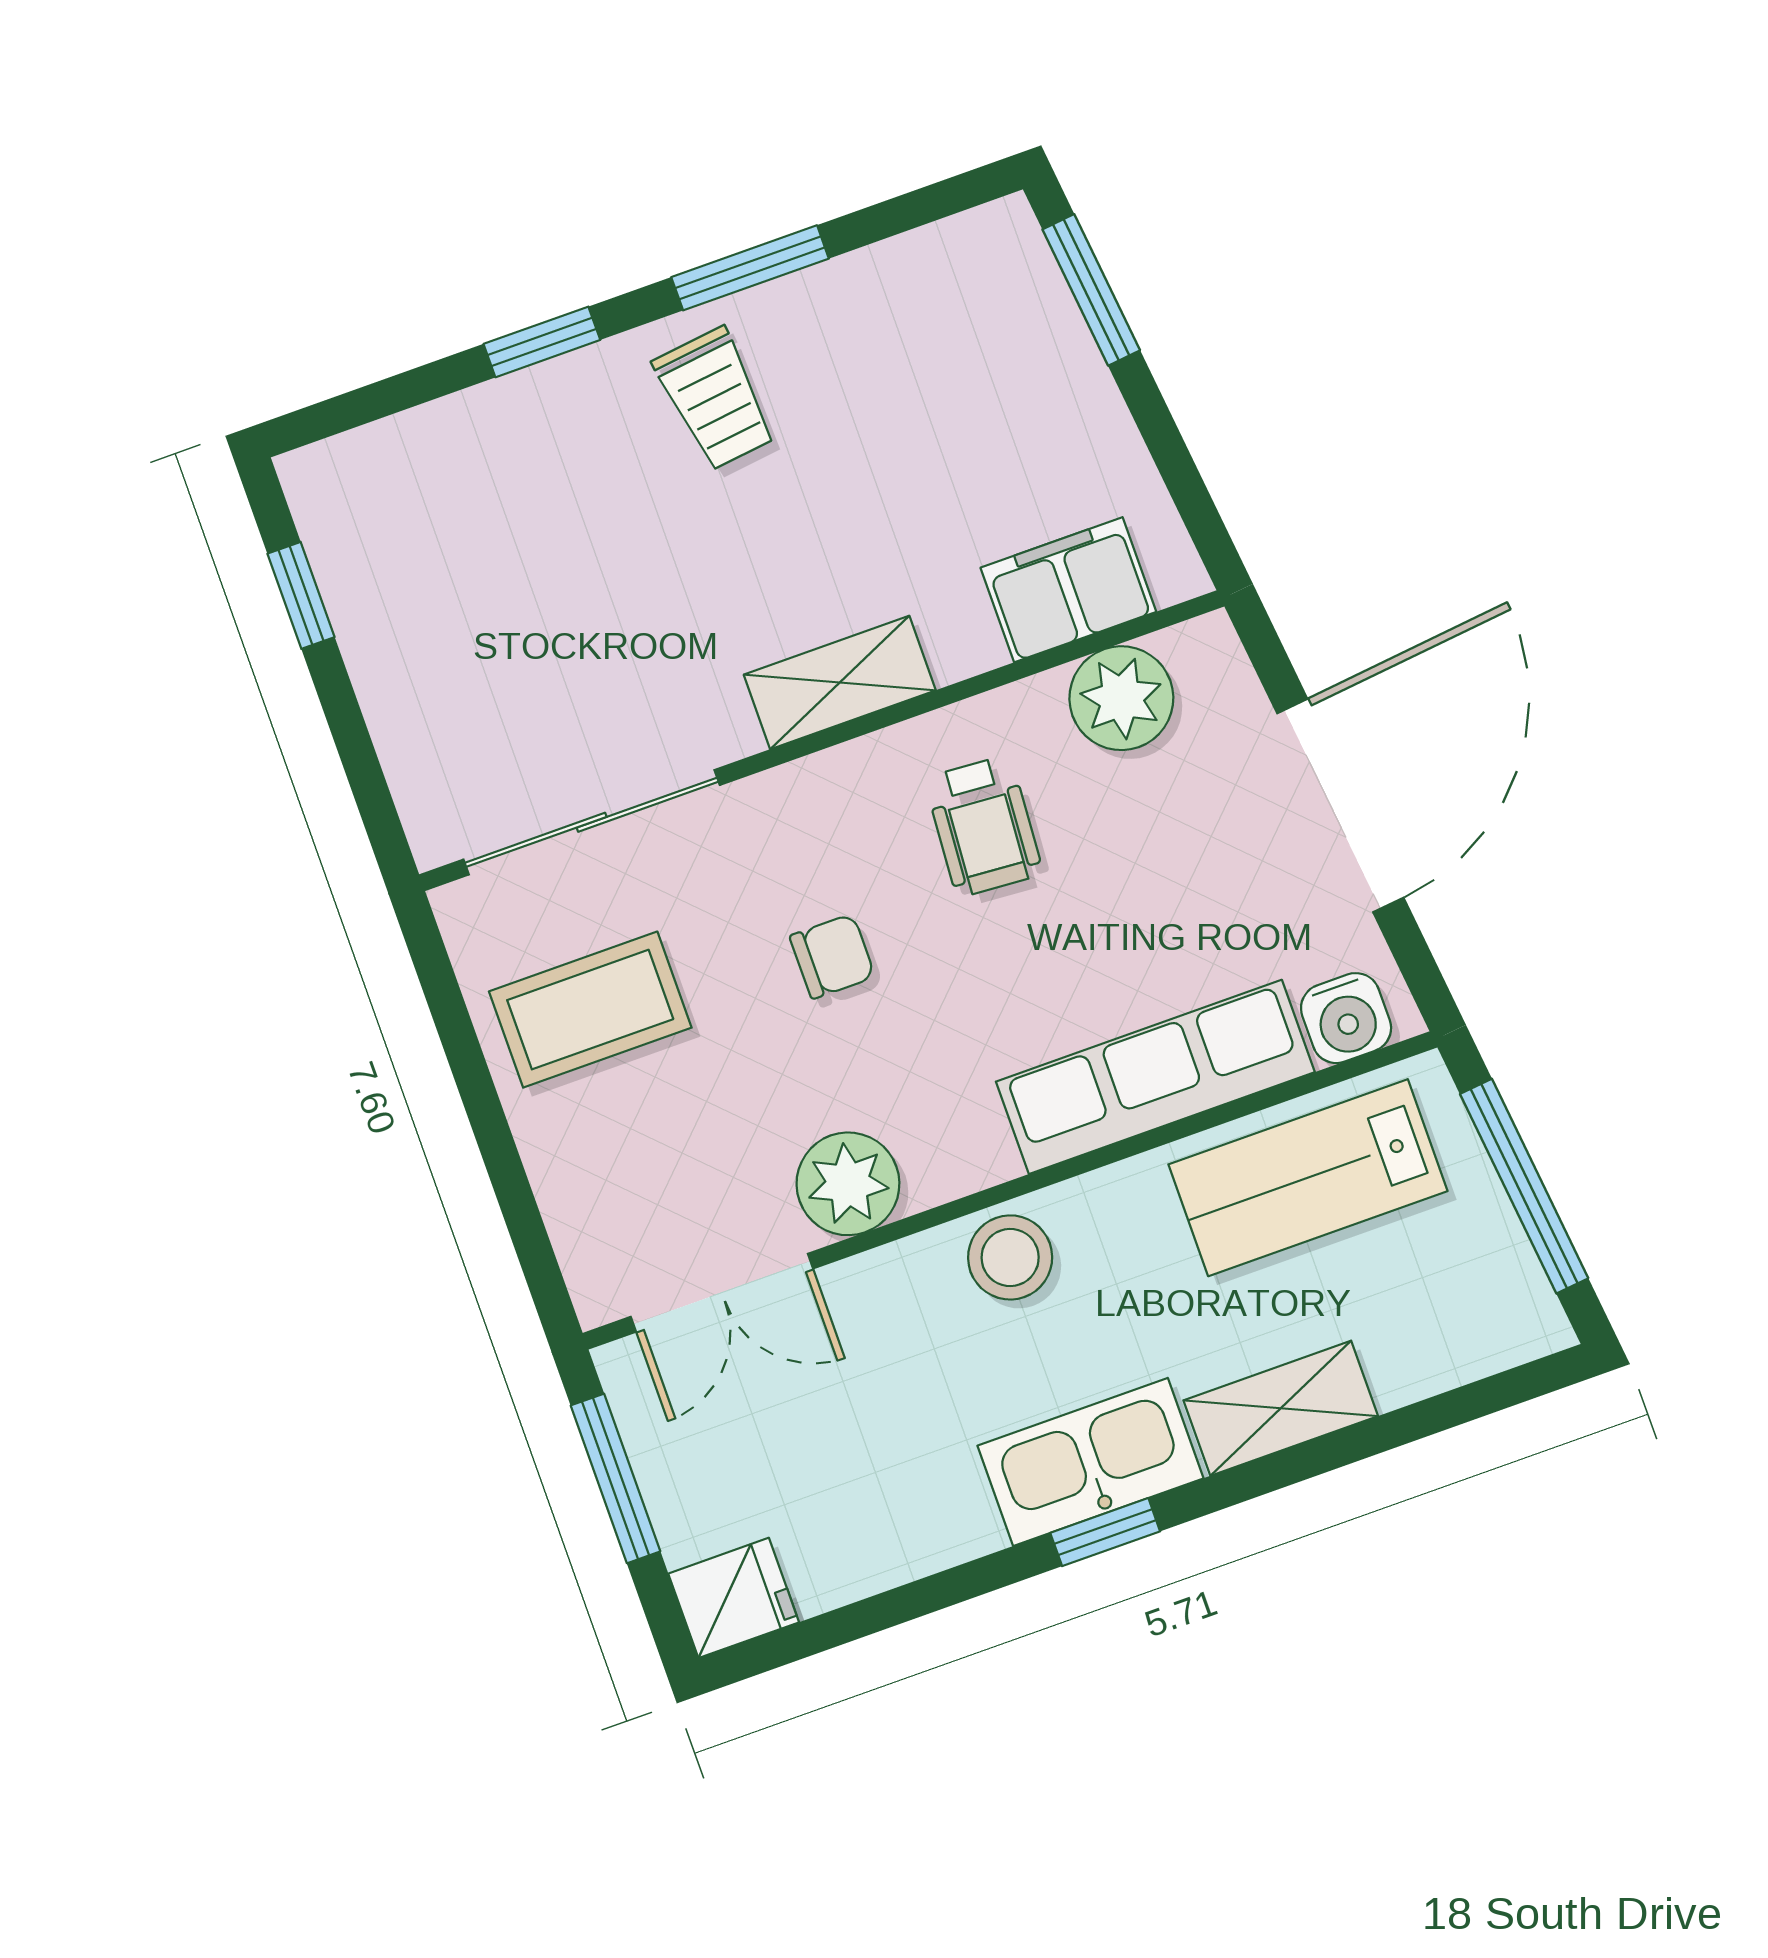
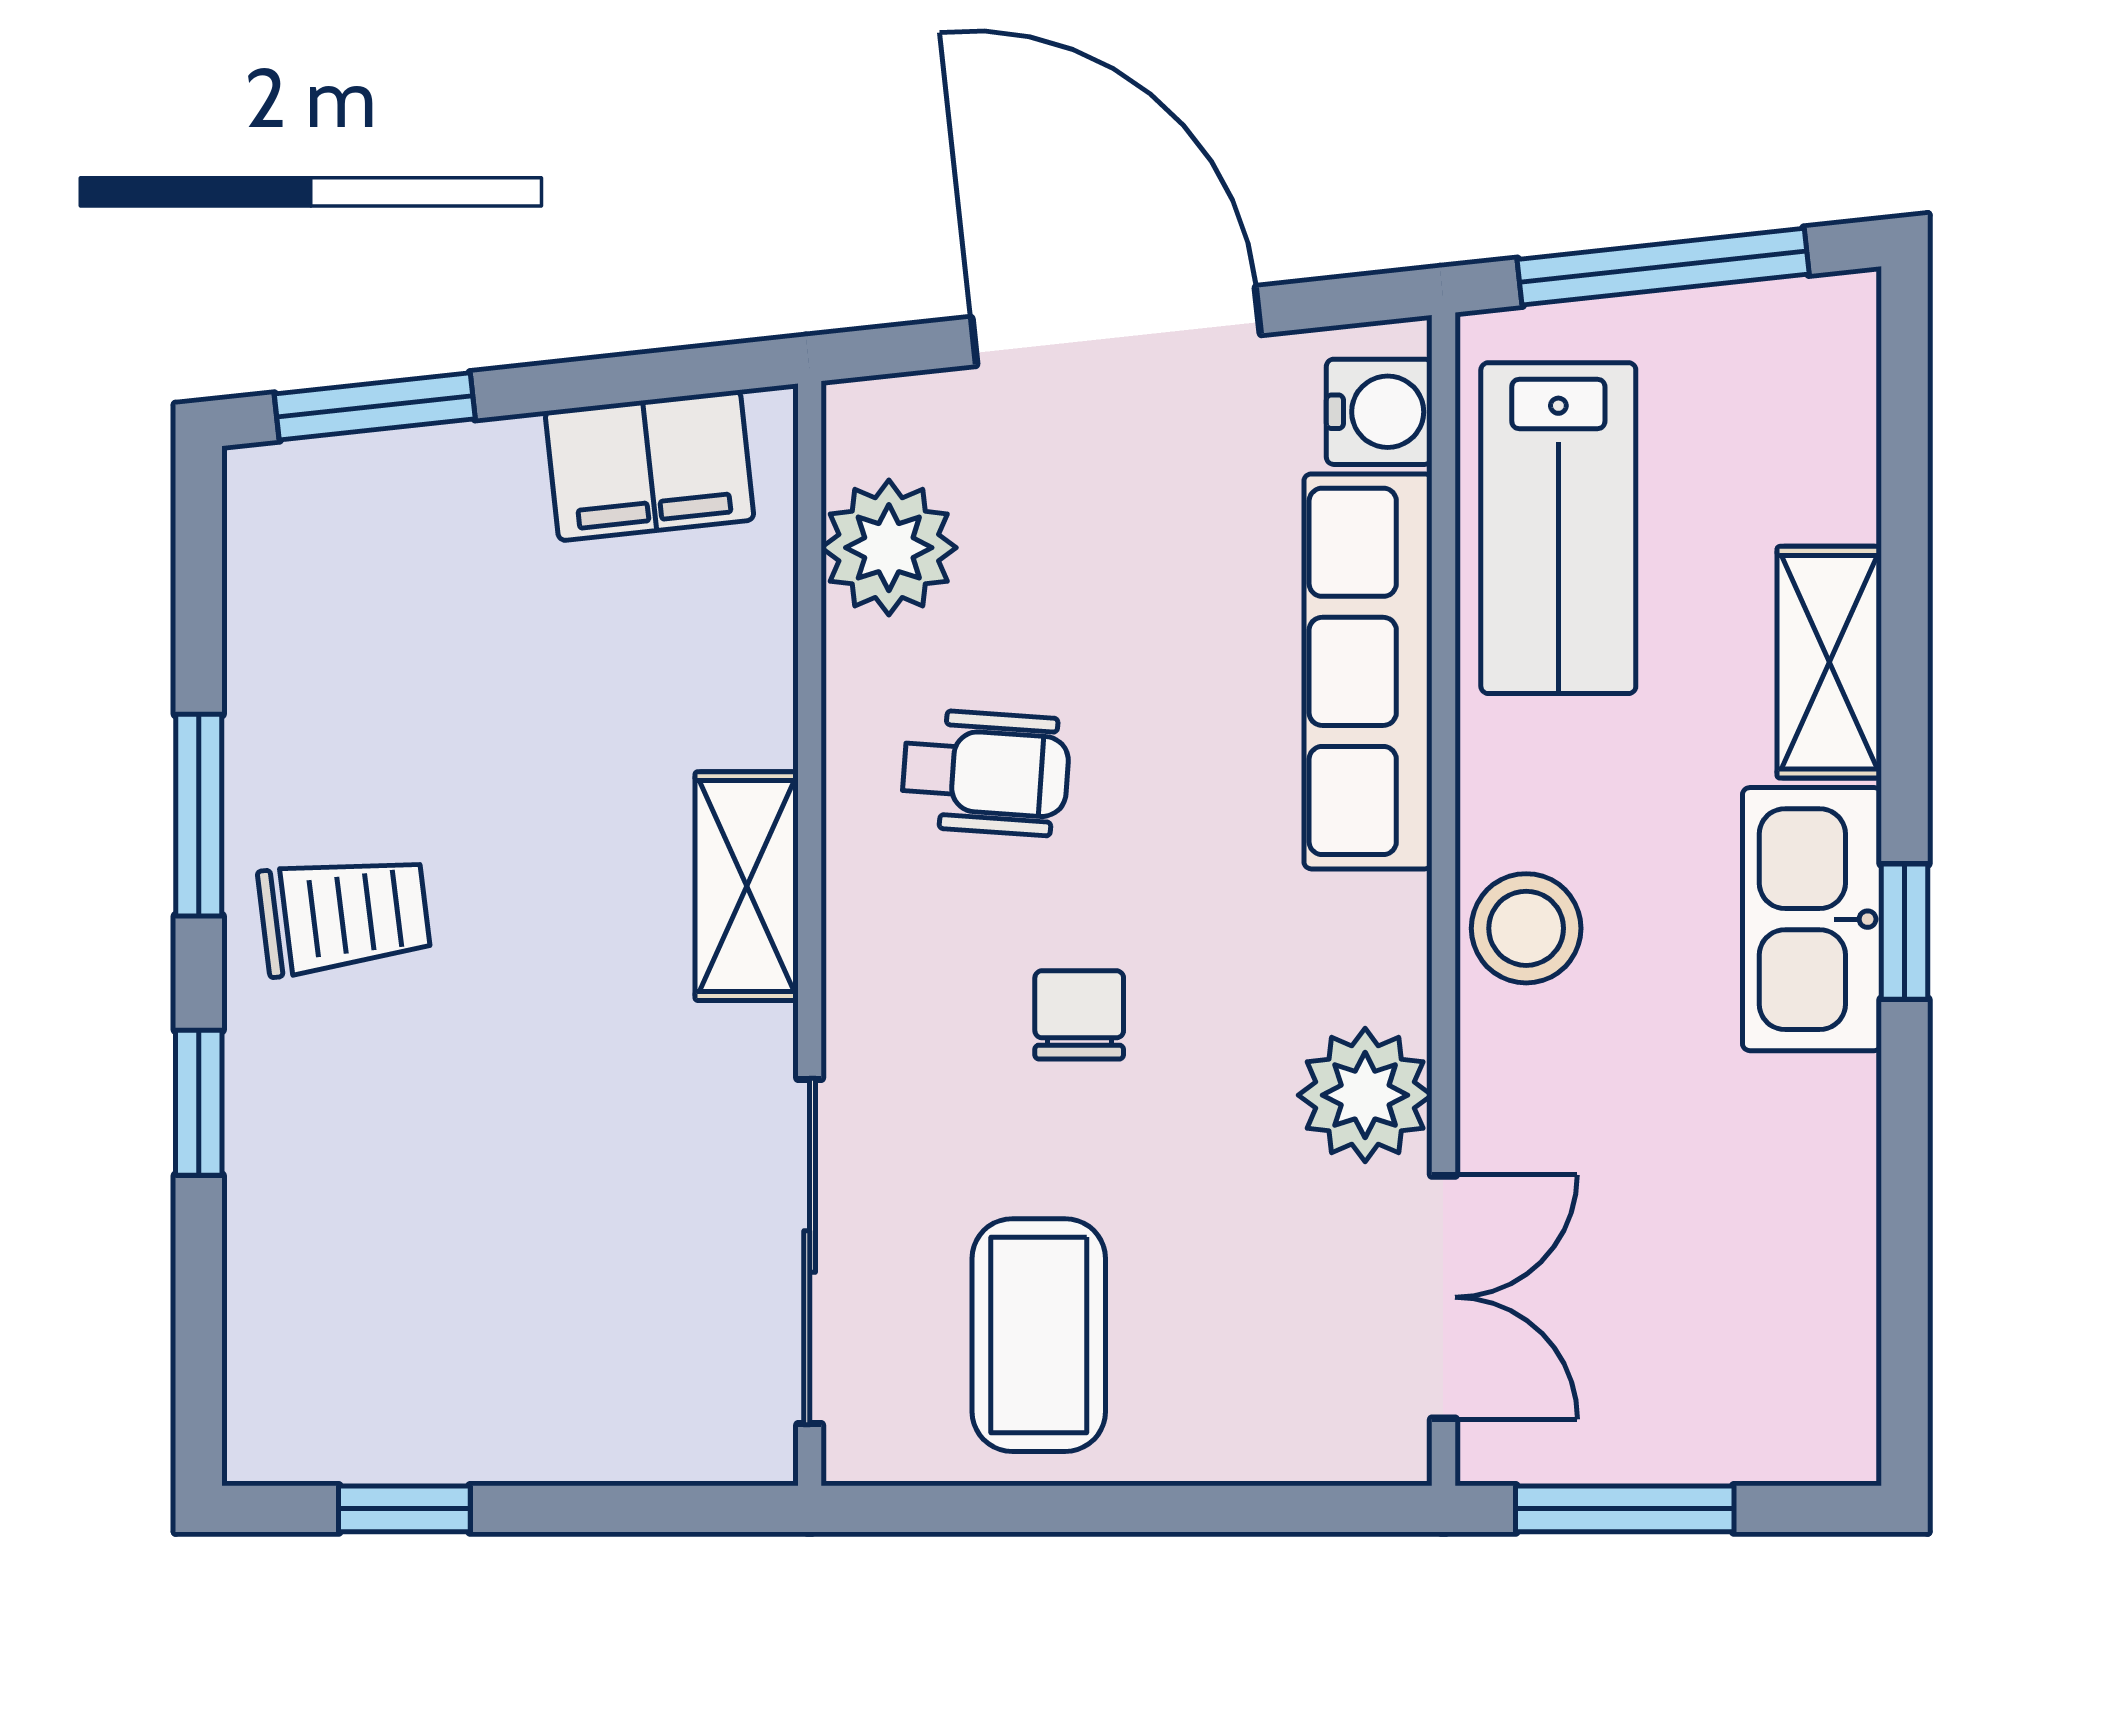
filing cabinet: (1068, 590) -> (650, 466), moved, turned -96
fridge: (734, 1598) -> (1823, 1416), removed

